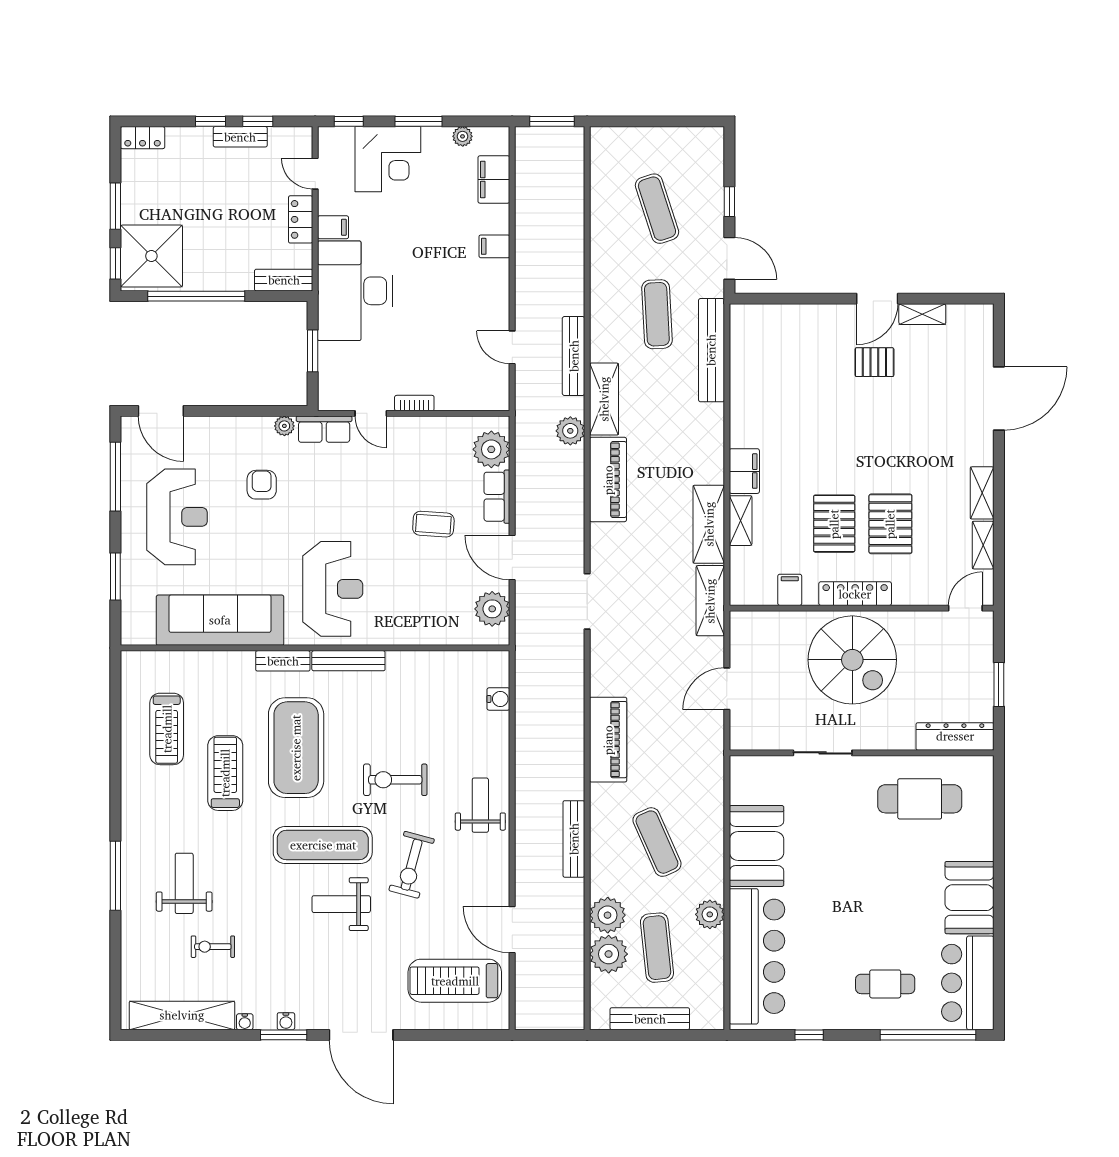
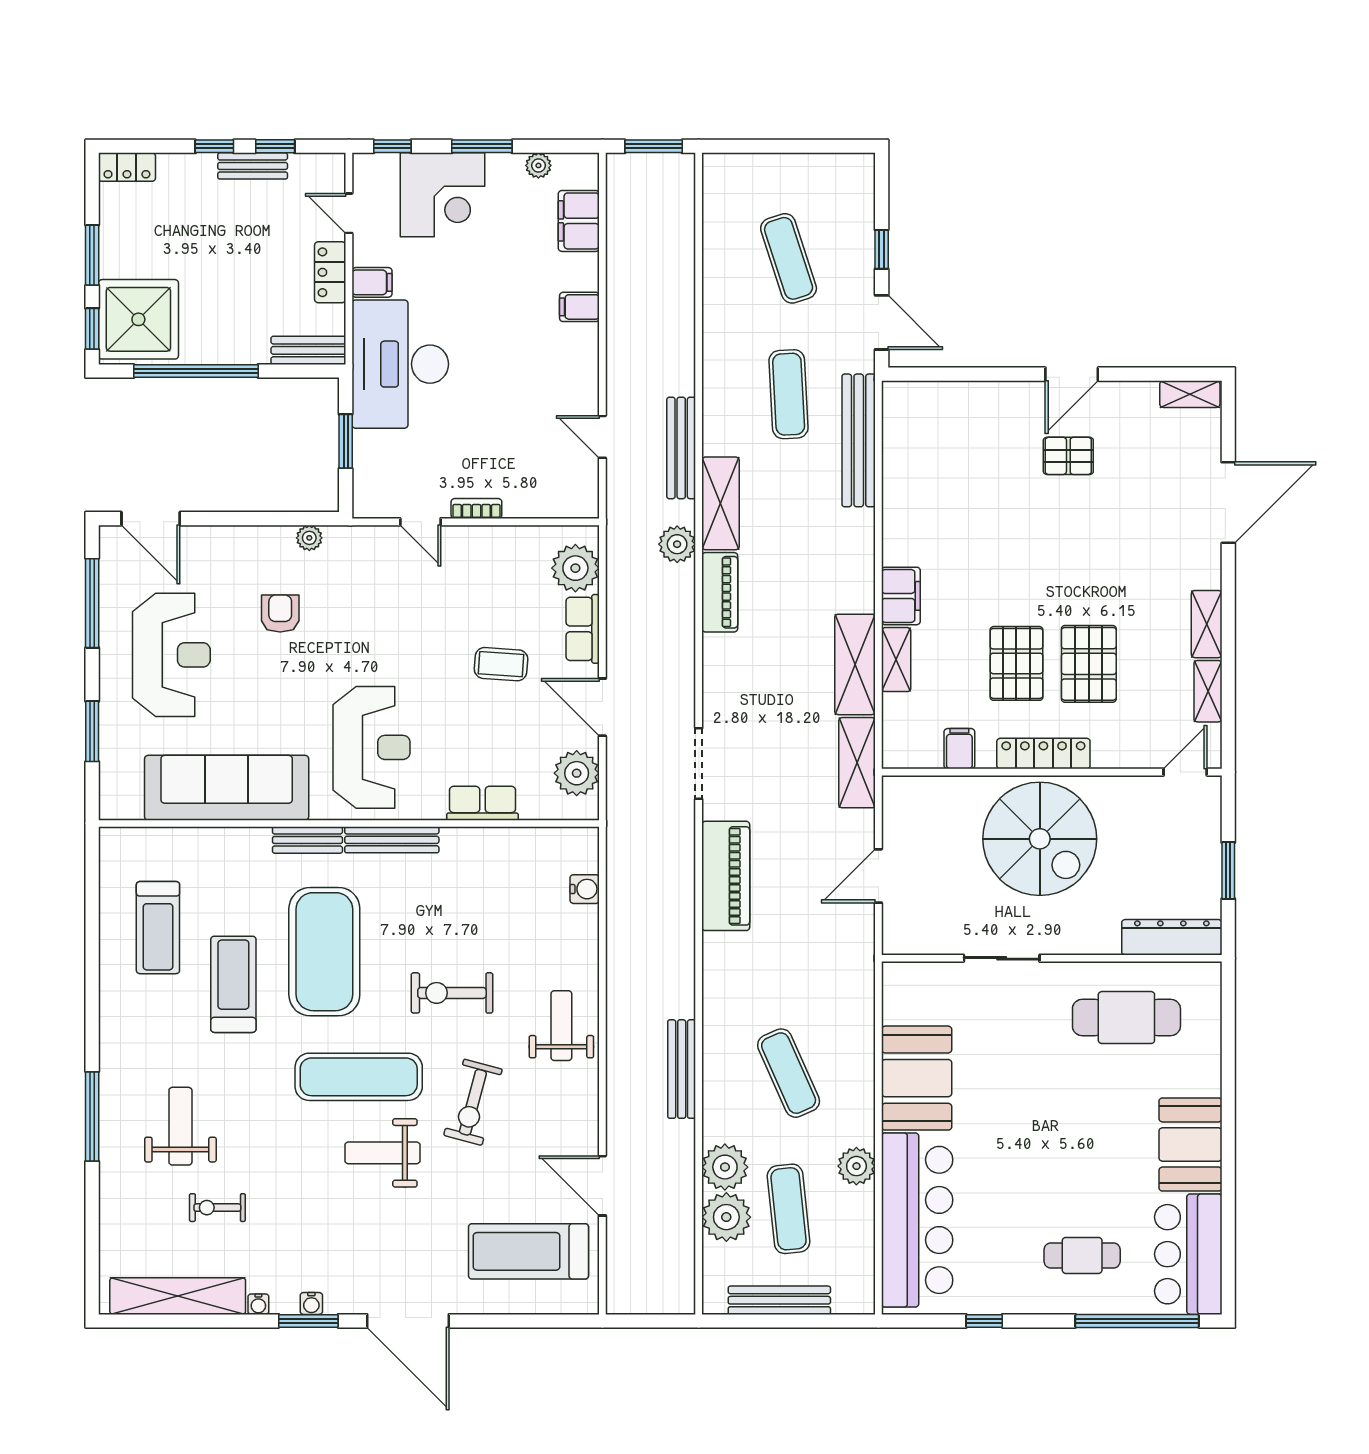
shelving: (922, 314) -> (1190, 394), moved
row of seats: (324, 429) -> (482, 803), moved, turned 180
piano: (608, 480) -> (720, 592), width x0.73, depth x0.75
piano: (608, 740) -> (726, 876), moved

